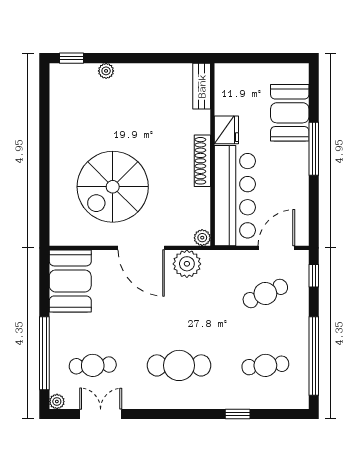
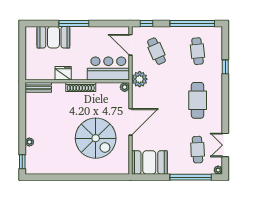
bar counter: (235, 196) -> (108, 68), width x0.73
plant: (187, 264) -> (140, 79), moved

